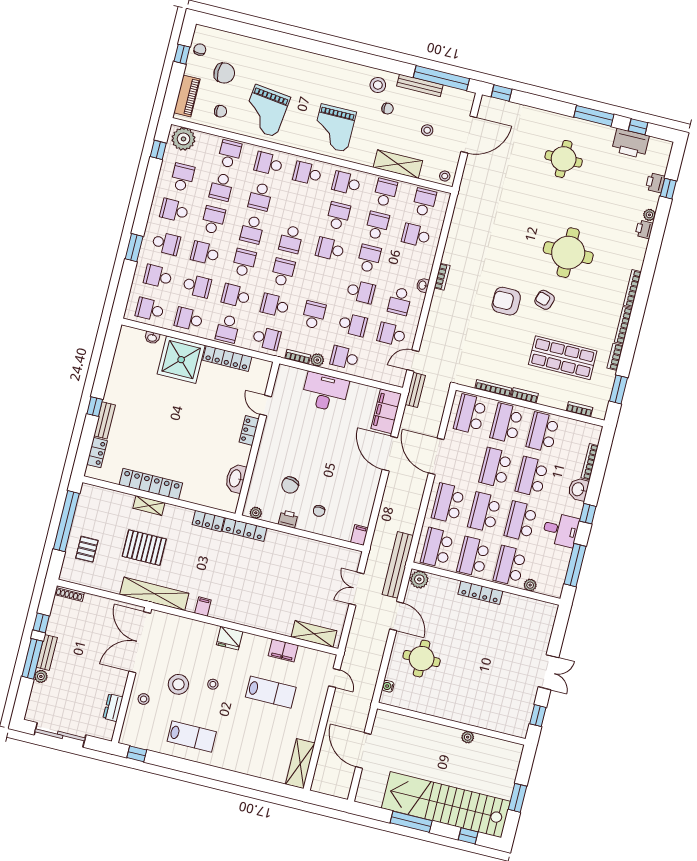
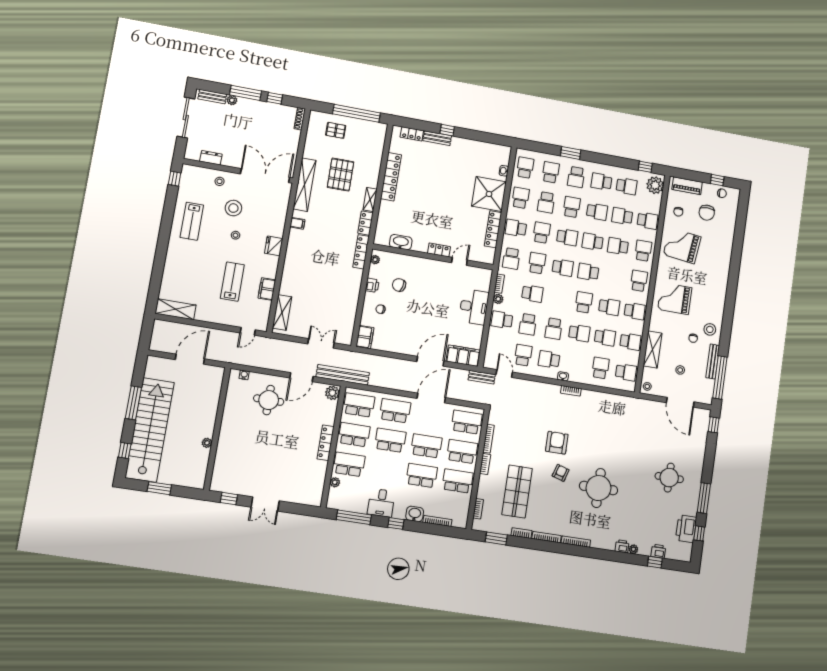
school desk: (346, 183) -> (635, 311), turned 90
school desk: (174, 210) -> (601, 182), turned -90
school desk: (344, 358) -> (502, 320), turned -90
shelving: (149, 506) -> (370, 200), moved
school desk: (521, 521) -> (386, 470), removed
filing cabinet: (359, 535) -> (365, 337), width x2.00
bench: (47, 652) -> (212, 97), moved
lab bench: (271, 692) -> (232, 282), turned 180

